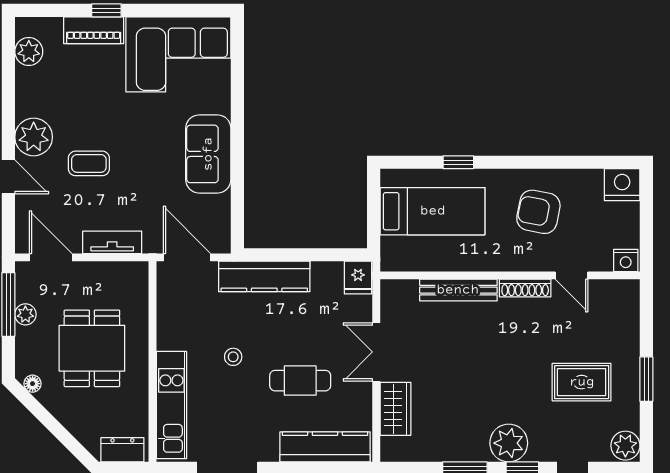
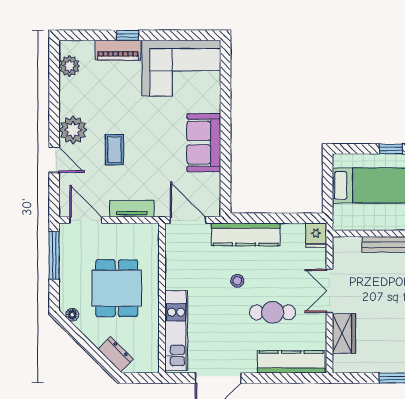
coffee table: (89, 163) -> (114, 150), turned 90
plant: (25, 314) -> (67, 263), removed
stool: (233, 357) -> (237, 281), moved
dresser: (122, 450) -> (116, 354), moved, turned 45

